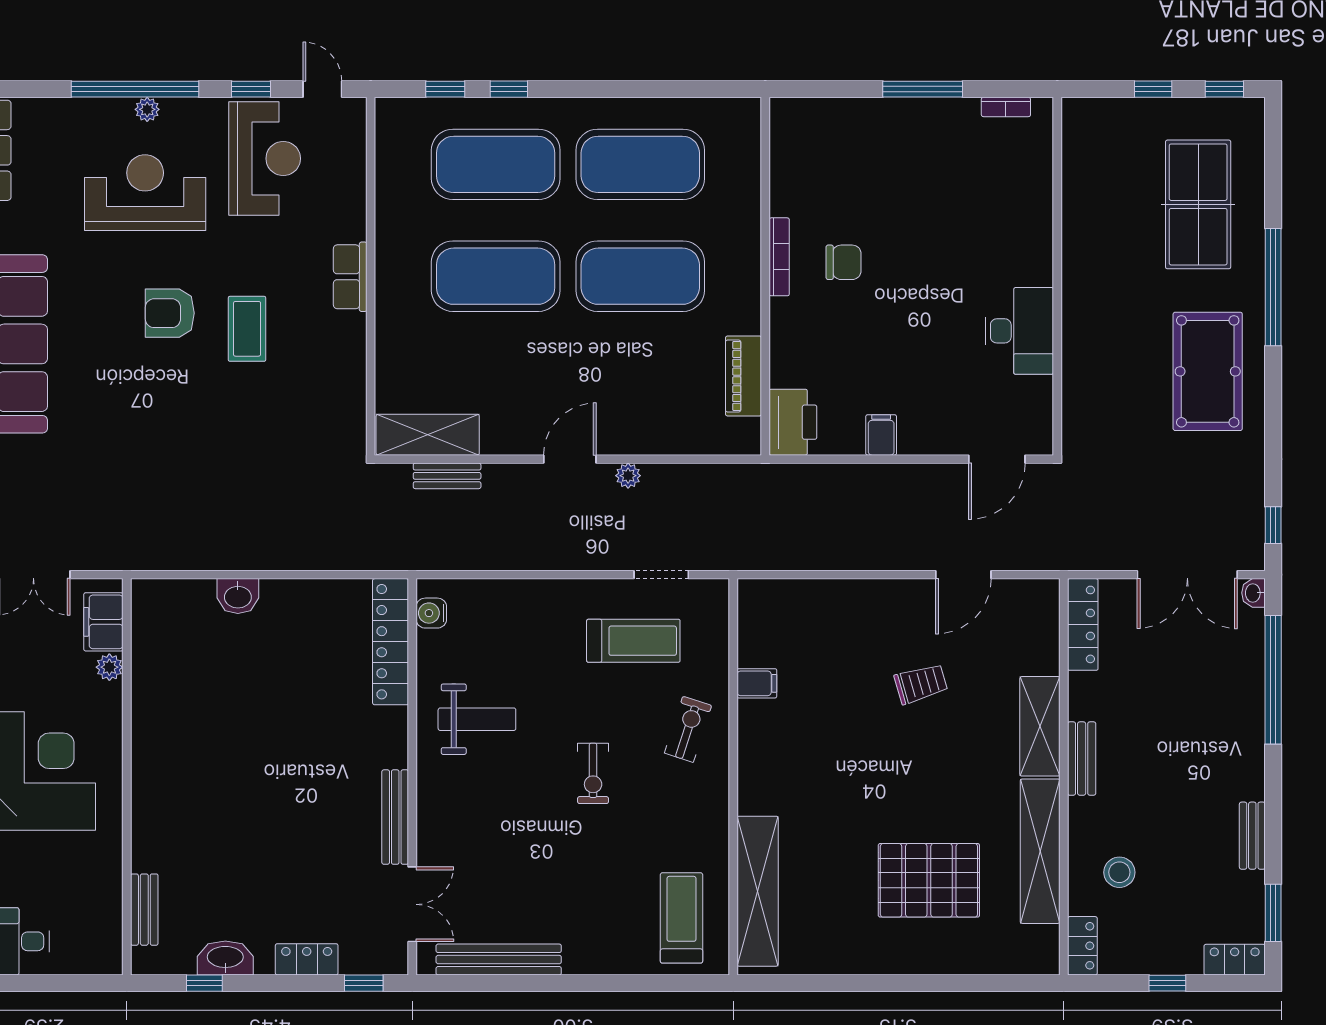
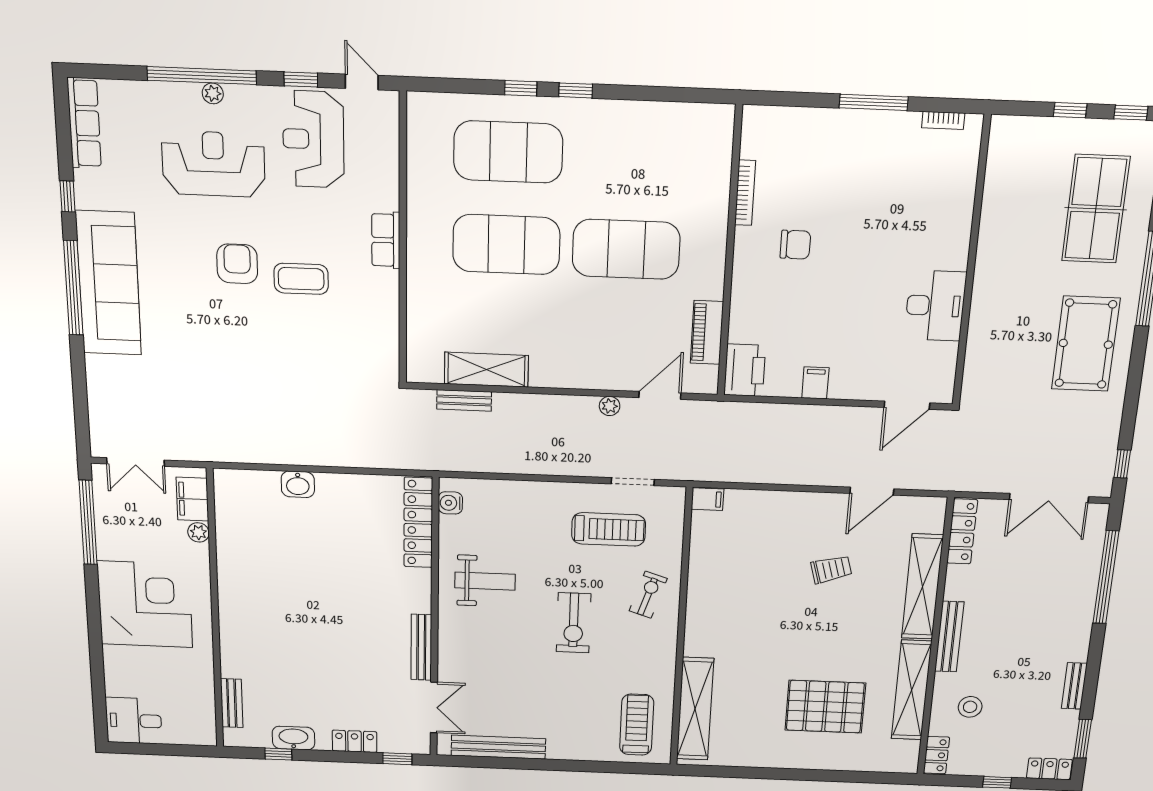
window: (445, 89) -> (576, 90), moved
reception desk: (265, 159) -> (313, 139), turned 180
exercise mat: (640, 164) -> (630, 157), removed
bookcase: (779, 257) -> (745, 193), moved
armchair: (170, 313) -> (237, 264), turned 90
coffee table: (247, 329) -> (301, 279), turned 90
shelving: (428, 435) -> (486, 370), moved
door: (570, 459) -> (660, 395), moved
washbasin: (1253, 593) -> (1099, 514), removed
filing cabinet: (757, 683) -> (707, 499), moved
shelving: (1040, 726) -> (922, 587), width x1.47
bench: (1082, 759) -> (949, 637), width x1.36
exercise bike: (593, 773) -> (574, 623), width x1.38, depth x1.39

